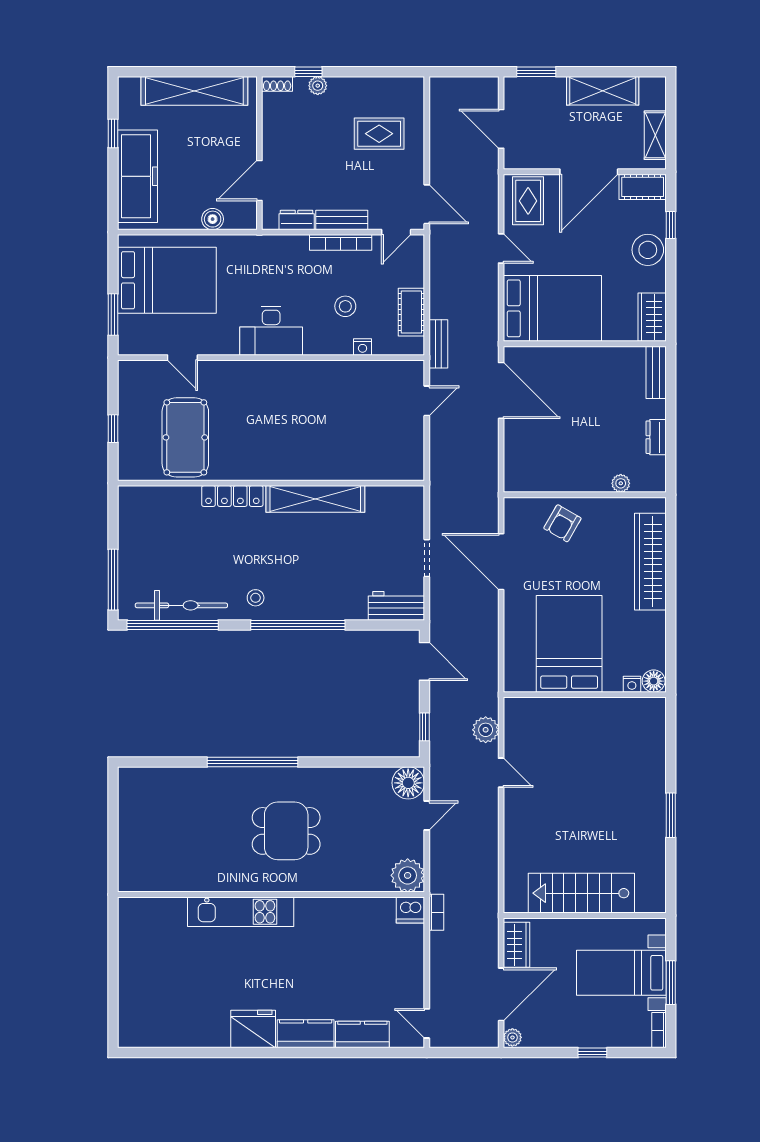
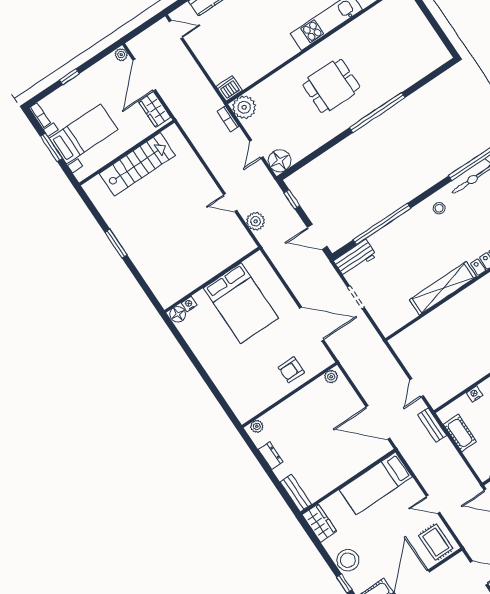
bed: (552, 308) -> (376, 483), width x0.67
plant: (520, 483) -> (331, 377), added
plant: (621, 483) -> (257, 426), moved
armchair: (562, 523) -> (291, 370), turned -120
wardrobe: (650, 562) -> (226, 382), removed
window: (298, 625) -> (382, 224), moved
bookcase: (436, 912) -> (228, 119), moved

